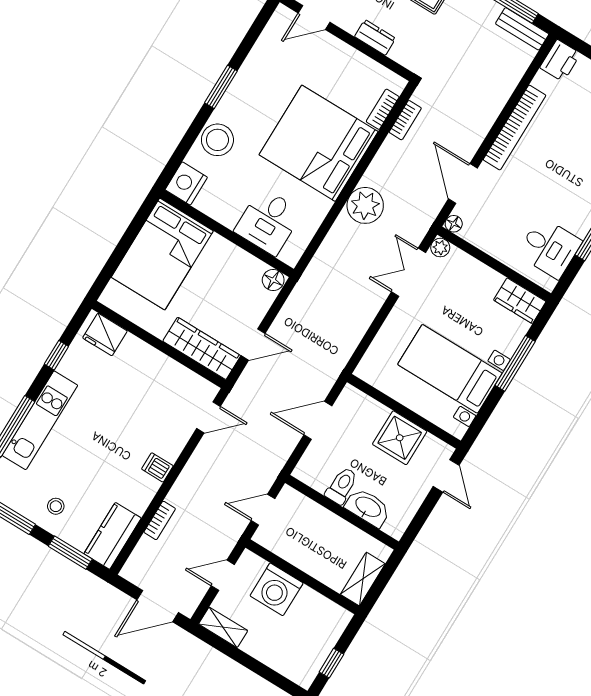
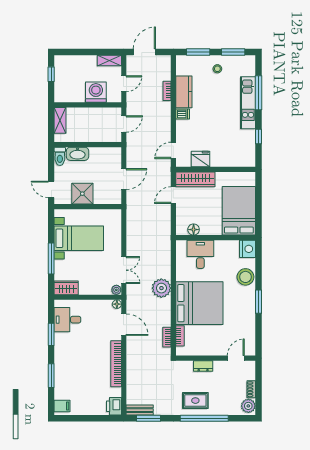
floor lamp: (273, 280) -> (194, 230), moved
fridge: (105, 335) -> (201, 159), moved
toilet: (342, 486) -> (60, 156), moved
kitchen counter: (113, 536) -> (184, 92), moved

